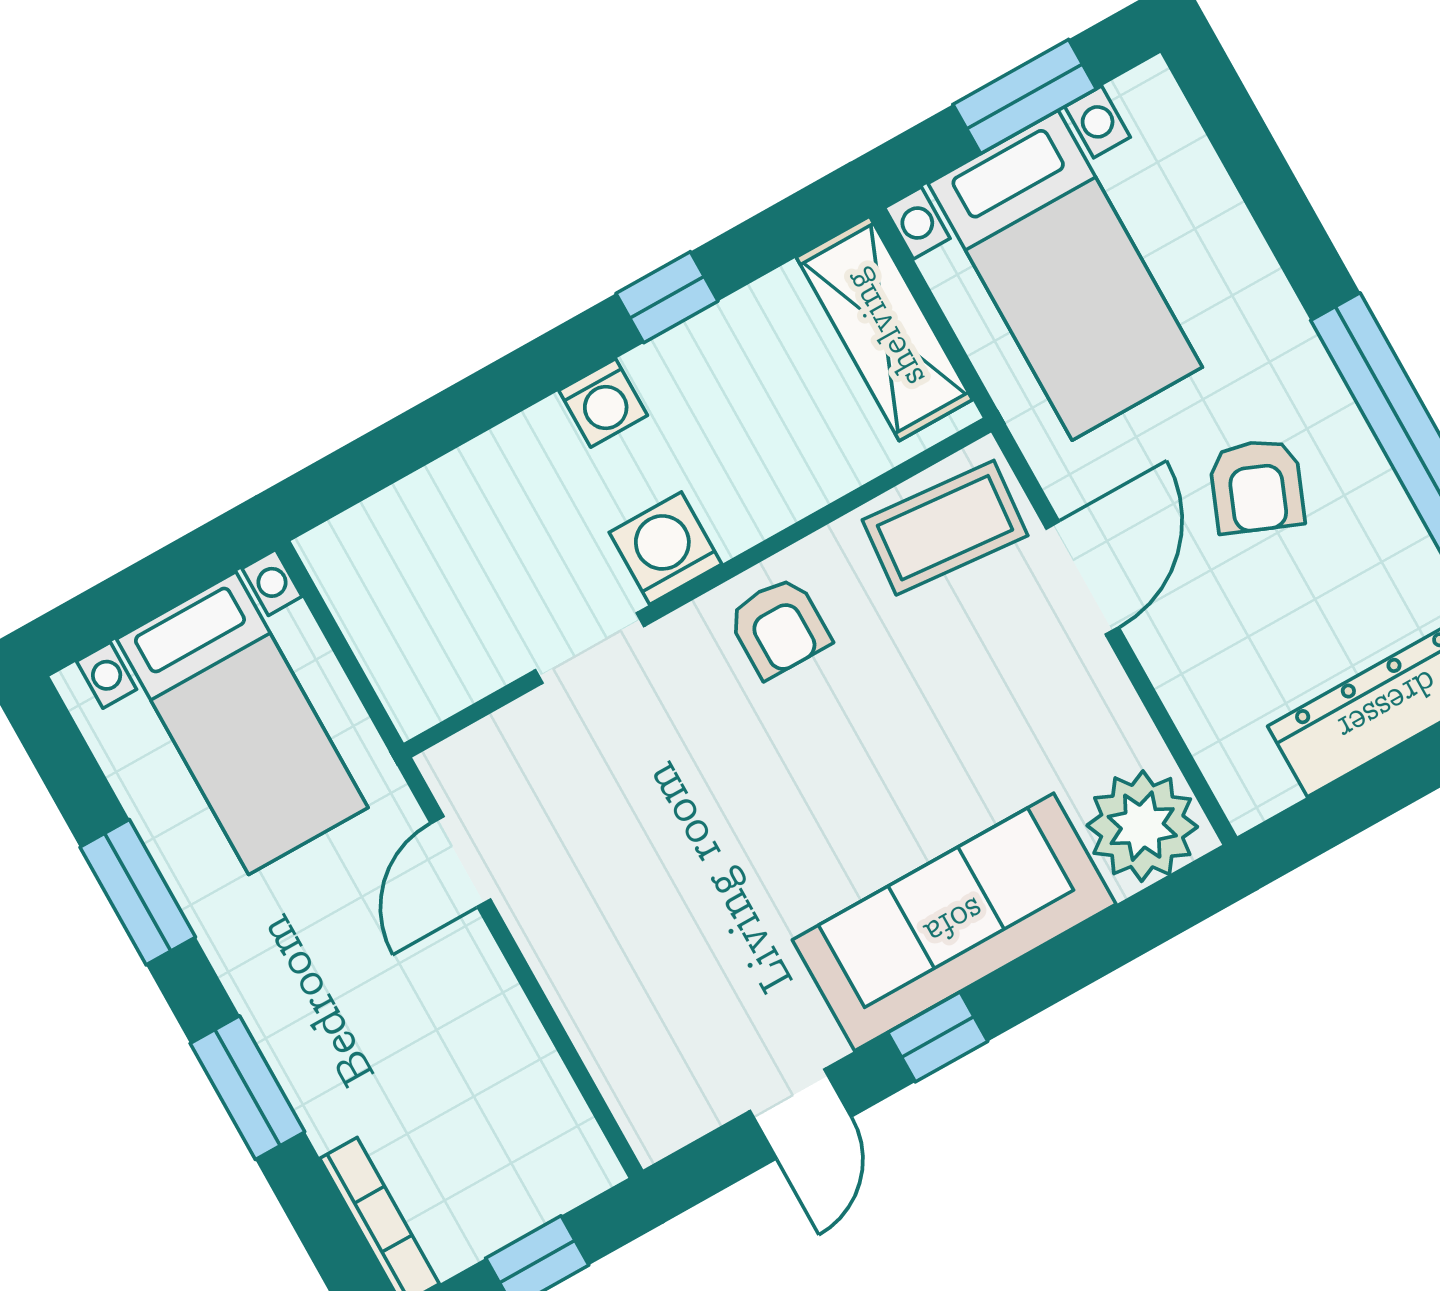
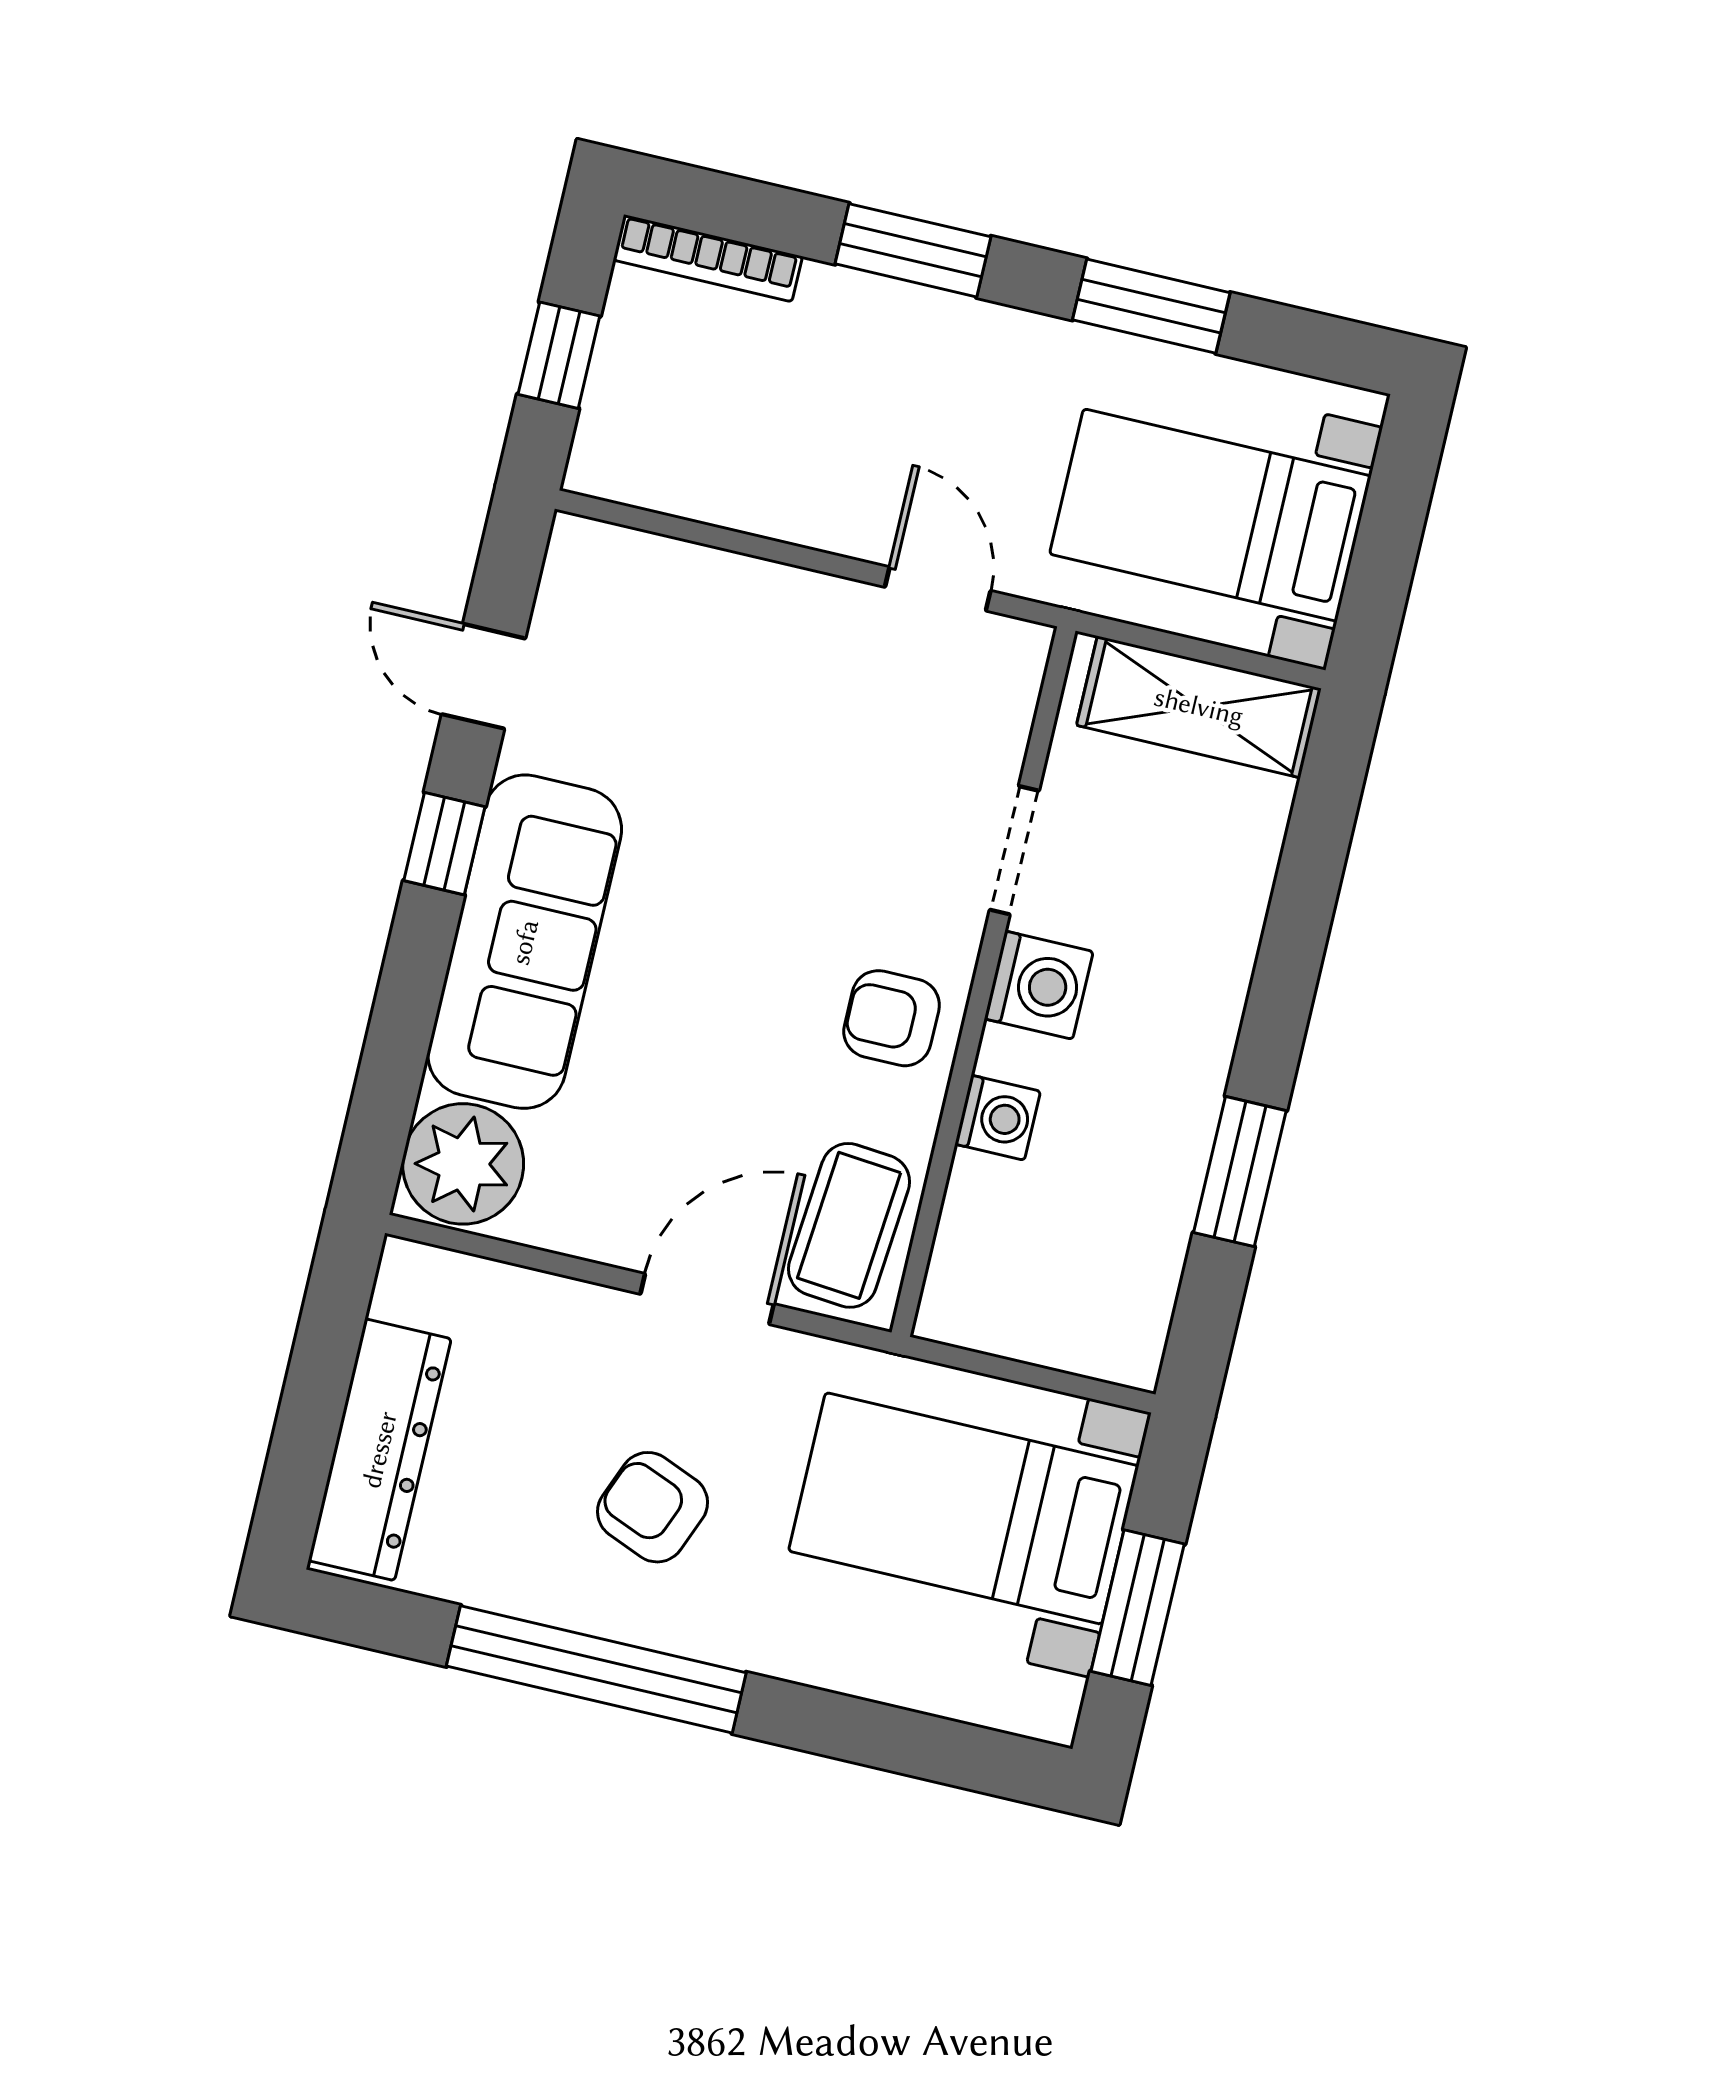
window: (667, 297) -> (1240, 1172), width x1.50
shelving: (884, 328) -> (1199, 707), moved
washing machine: (603, 403) -> (998, 1118), moved, turned 180
door: (1082, 578) -> (707, 1299), swing flipped

